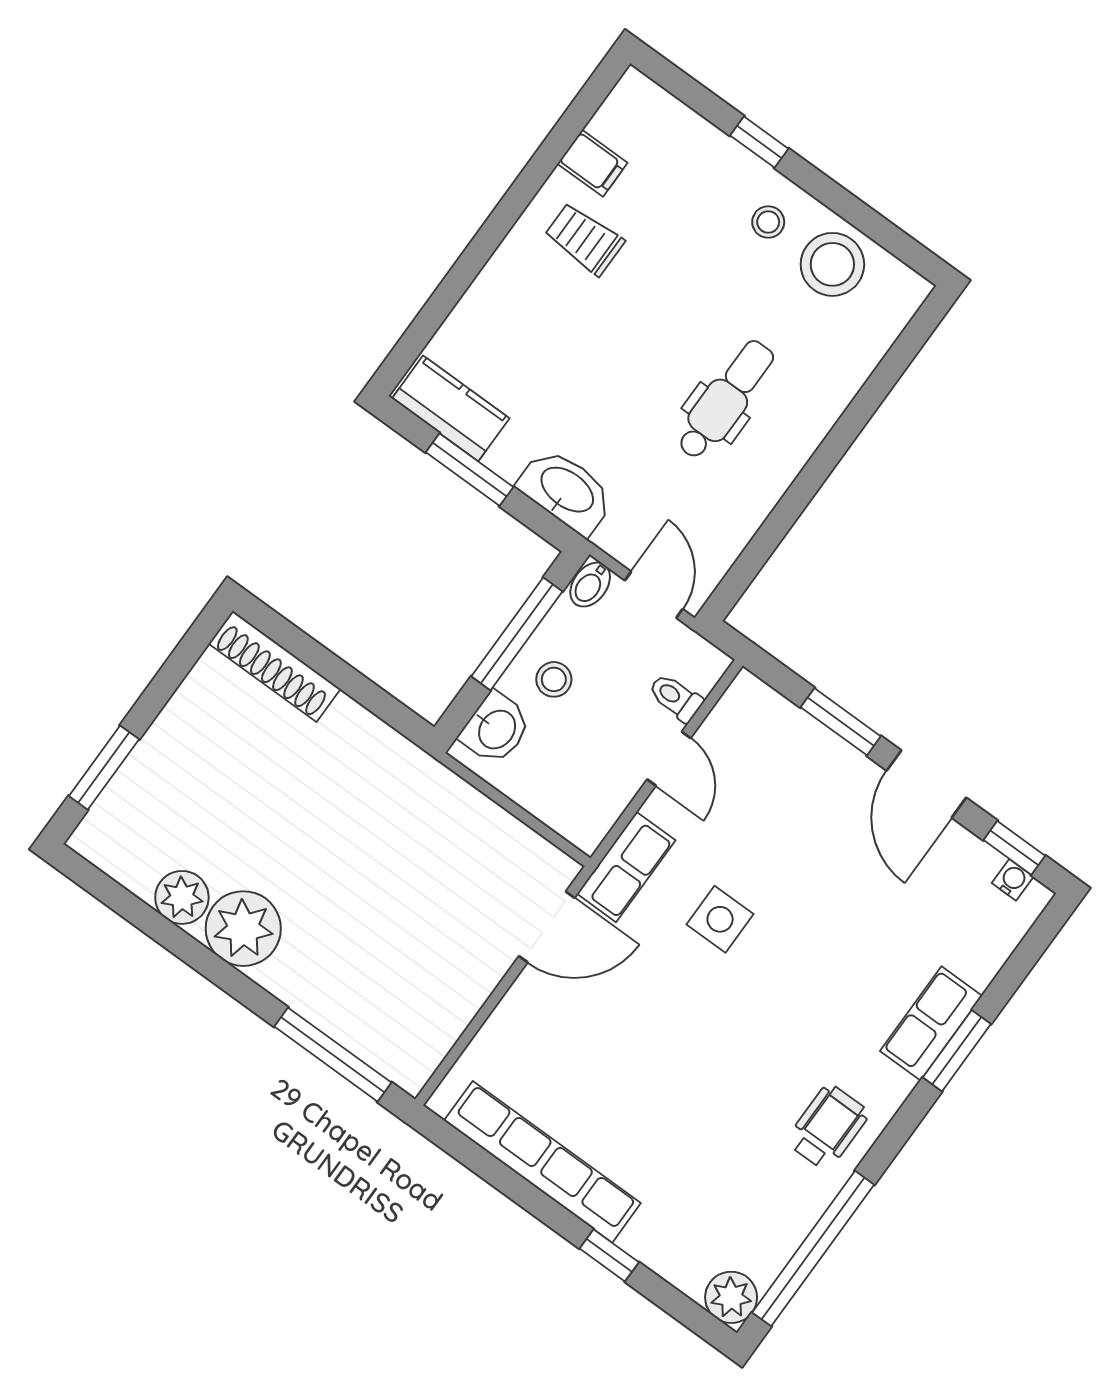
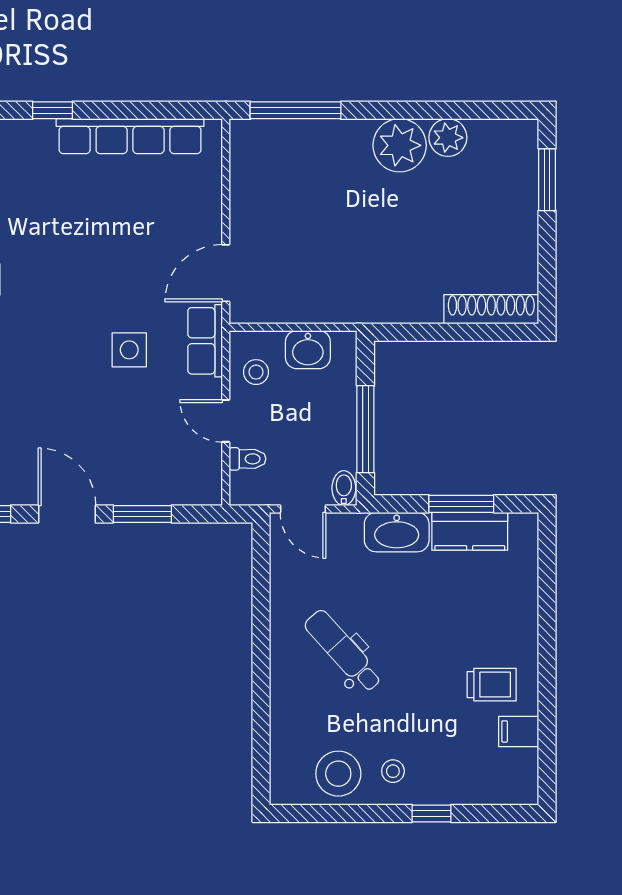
dental chair: (725, 400) -> (343, 651), turned 138
kitchen counter: (451, 408) -> (470, 531), moved
stool: (554, 679) -> (256, 372), moved
washbasin: (496, 729) -> (308, 350), moved, turned -90

